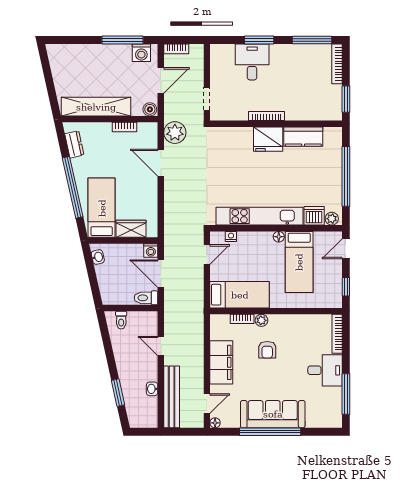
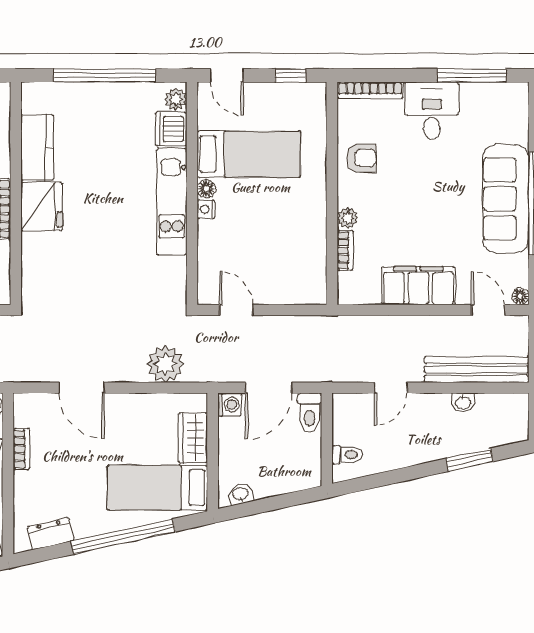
plant: (175, 133) -> (165, 364), moved
door: (161, 163) -> (81, 388), hinge flipped
kitchen unit: (260, 216) -> (172, 202), width x0.73
nightstand: (231, 236) -> (206, 209), moved
bed: (240, 295) -> (304, 255), removed
armchair: (267, 350) -> (361, 158), moved

